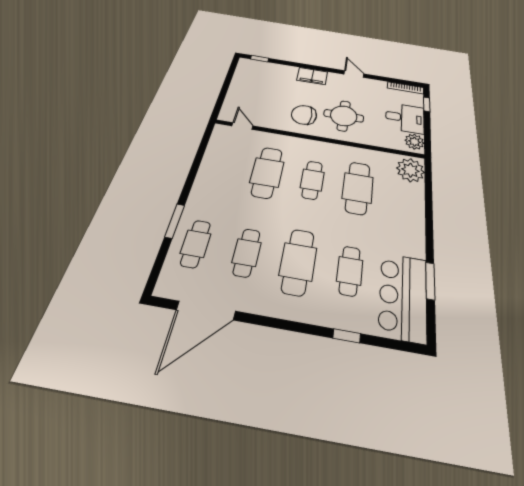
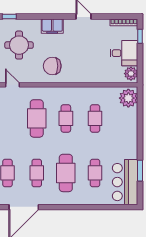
round table: (344, 116) -> (19, 45), moved
cafe table: (358, 188) -> (95, 118), width x0.73, depth x0.74
window: (347, 336) -> (97, 207), removed

